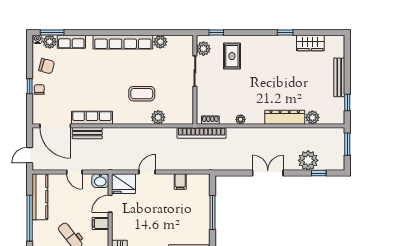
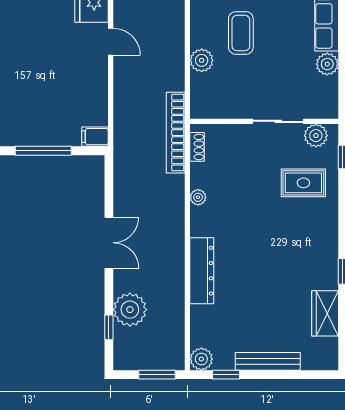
plant: (312, 117) -> (201, 359), moved
filing cabinet: (180, 181) -> (95, 137), moved

